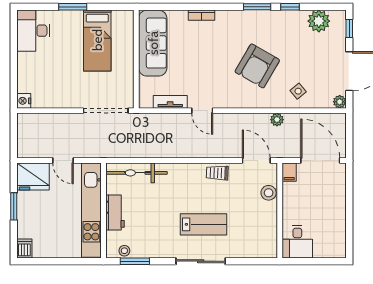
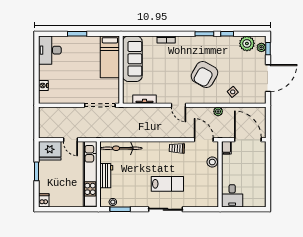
bed: (97, 40) -> (110, 57), moved
nightstand: (24, 101) -> (43, 85), moved
plant: (340, 102) -> (261, 47), moved
door: (202, 111) -> (179, 105), moved

